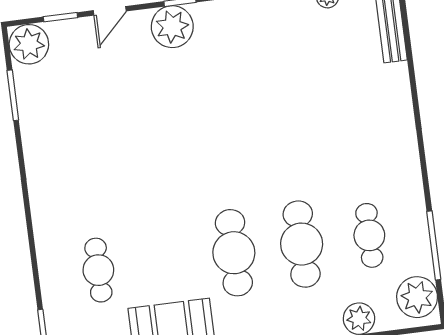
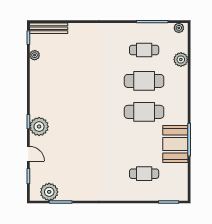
plant: (29, 44) -> (49, 192), moved
plant: (417, 297) -> (179, 28), width x0.53, depth x0.53

